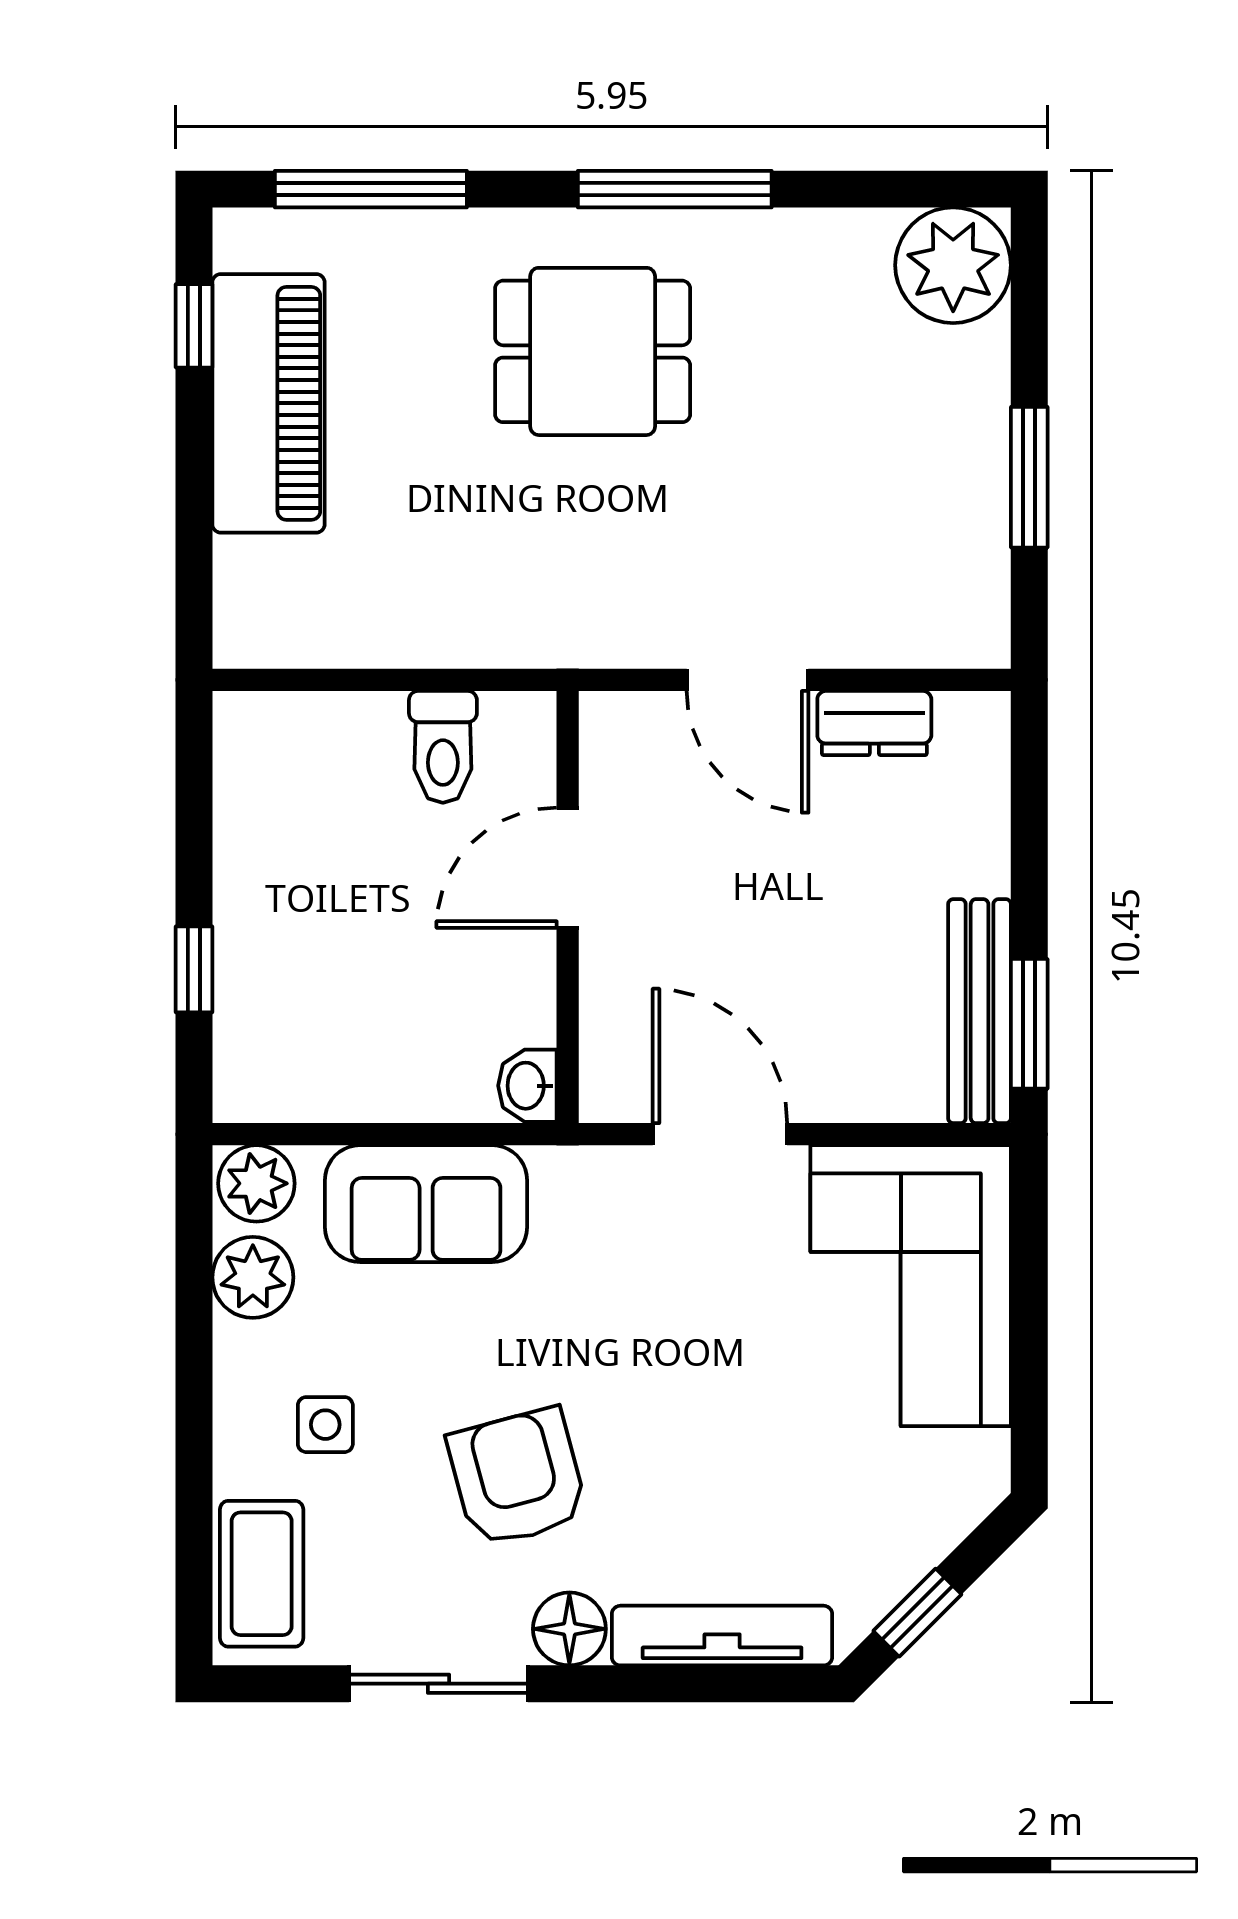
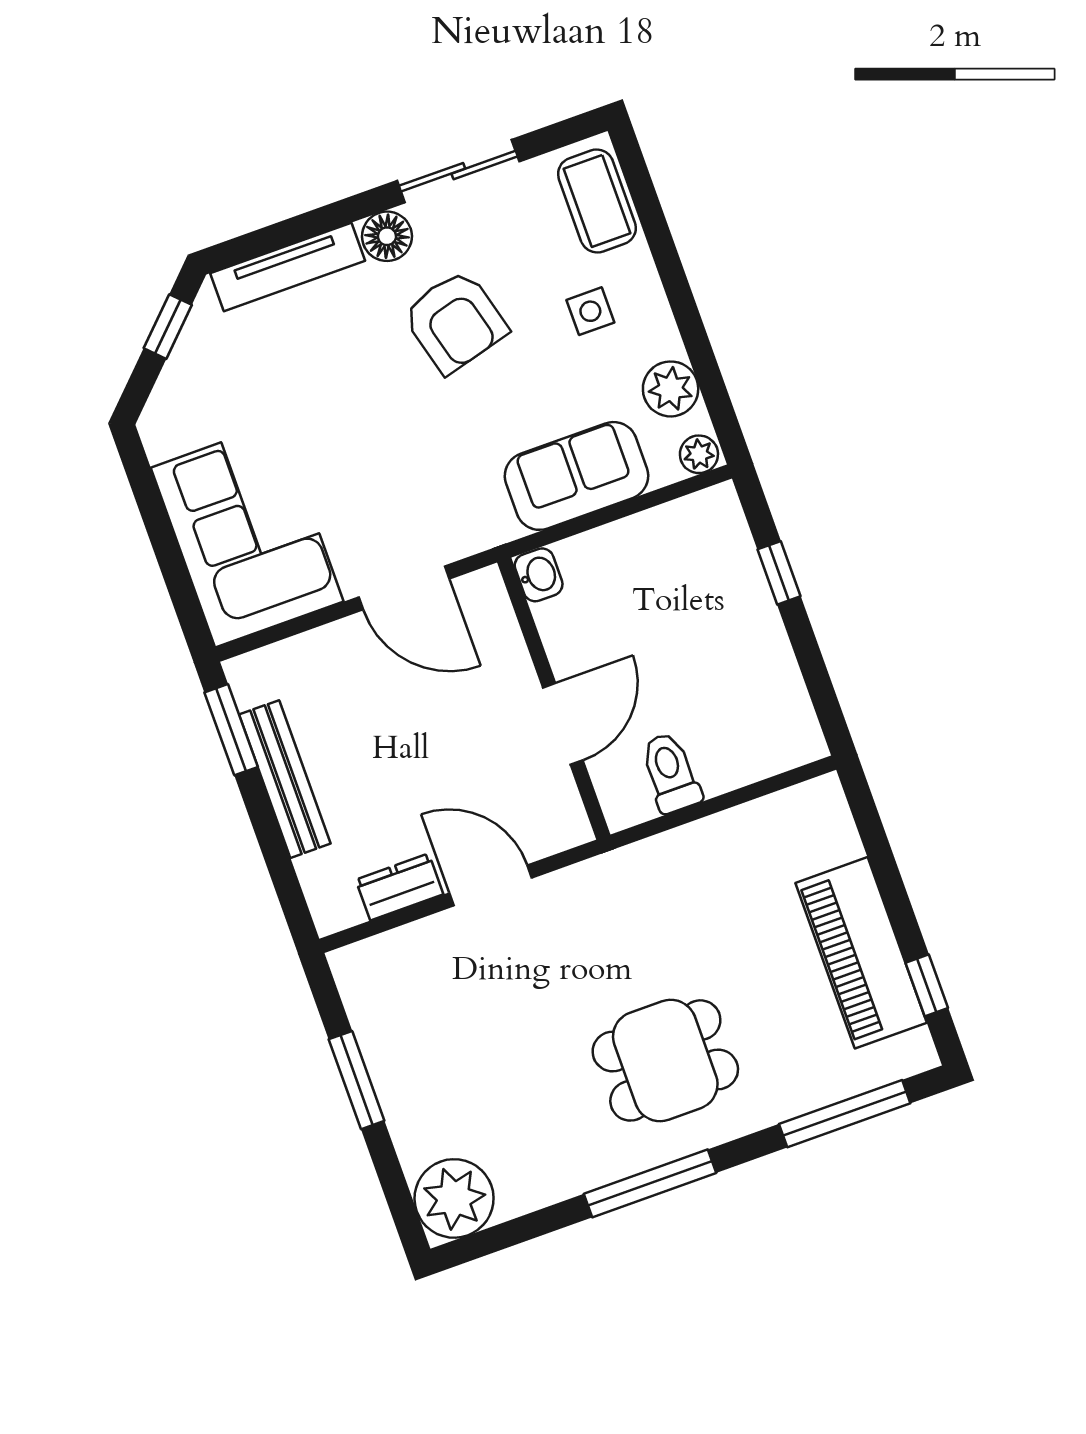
bench: (980, 1011) -> (285, 779), moved
plant: (256, 1183) -> (699, 454), width x0.73, depth x0.73

